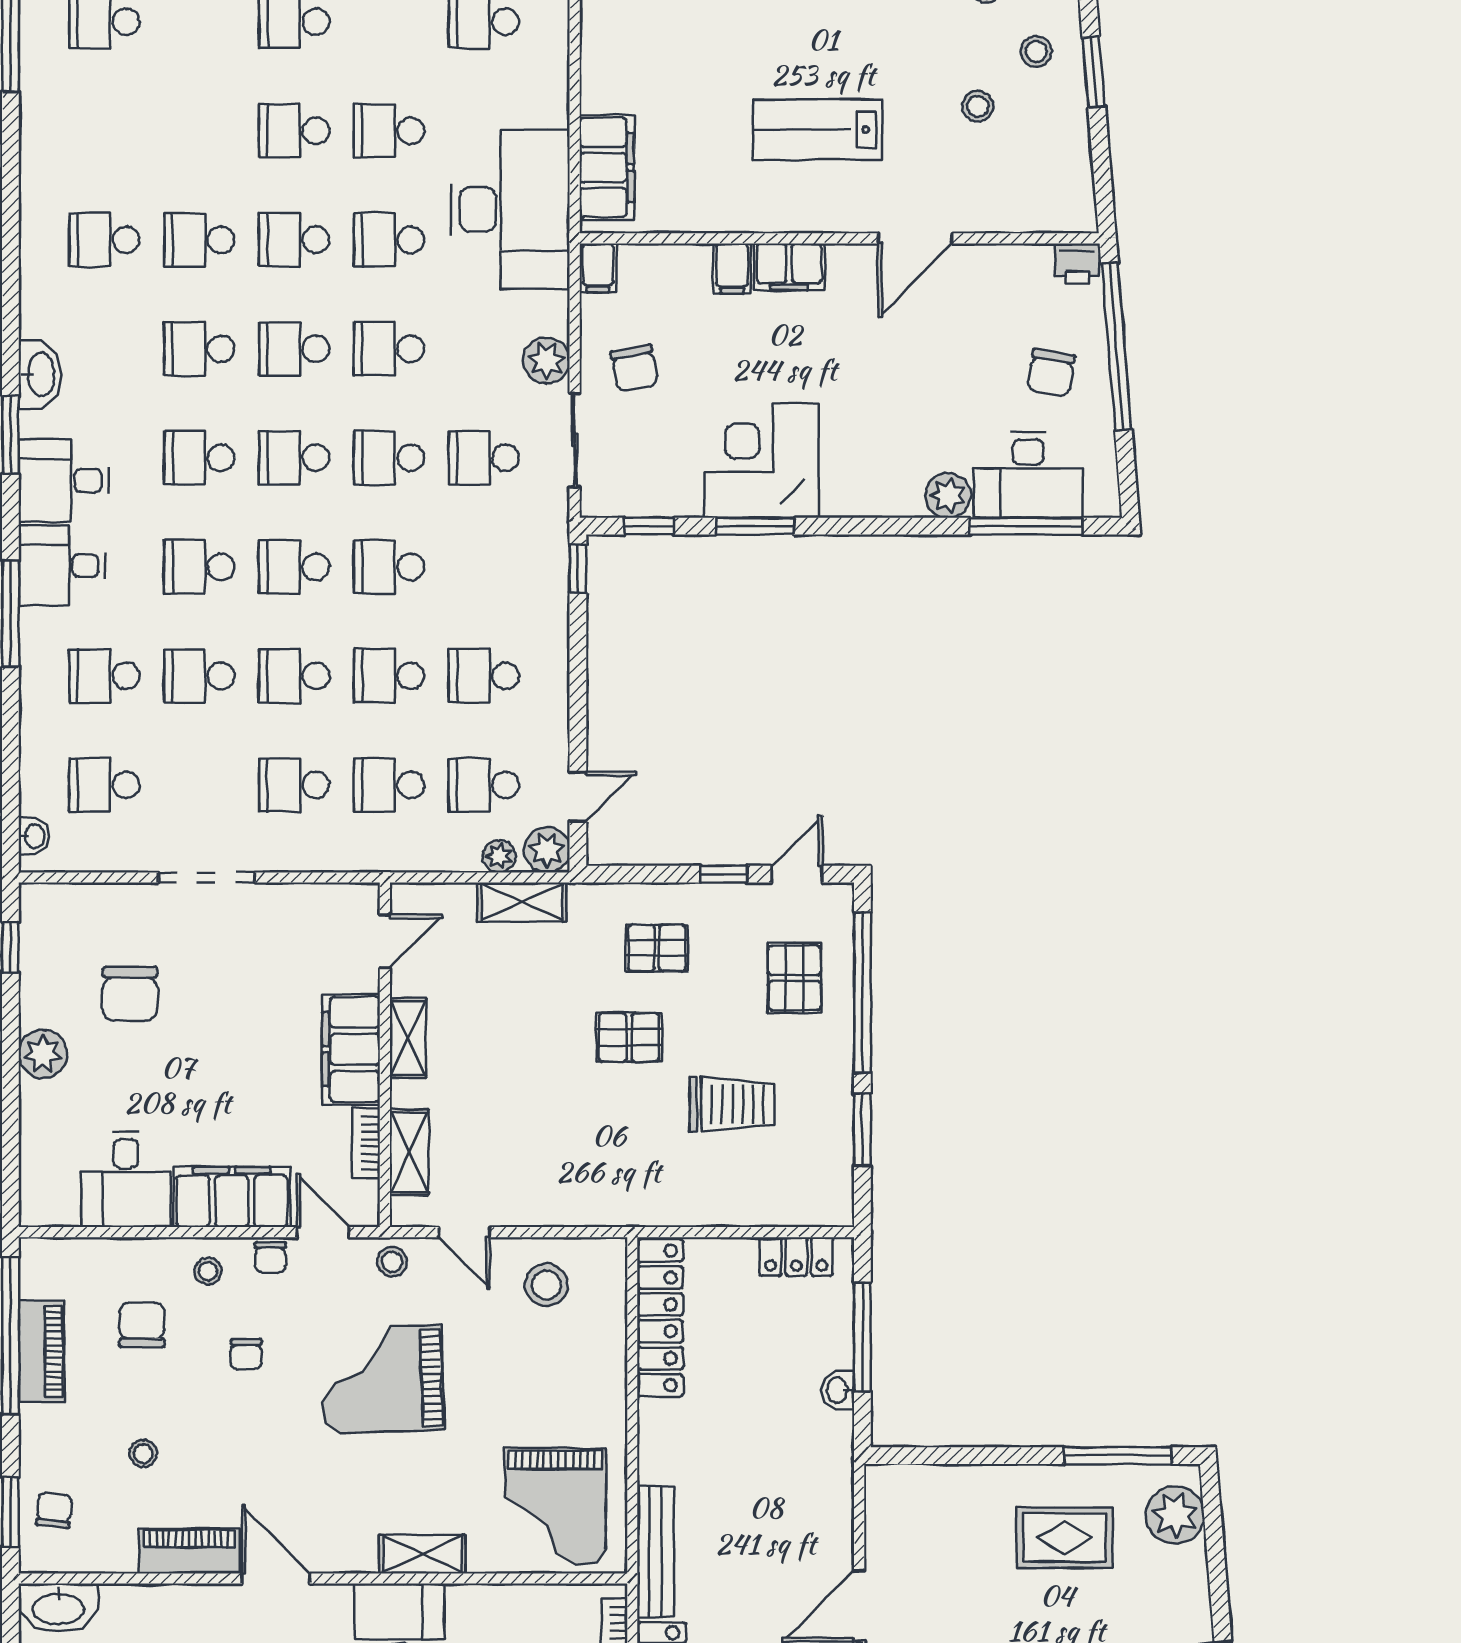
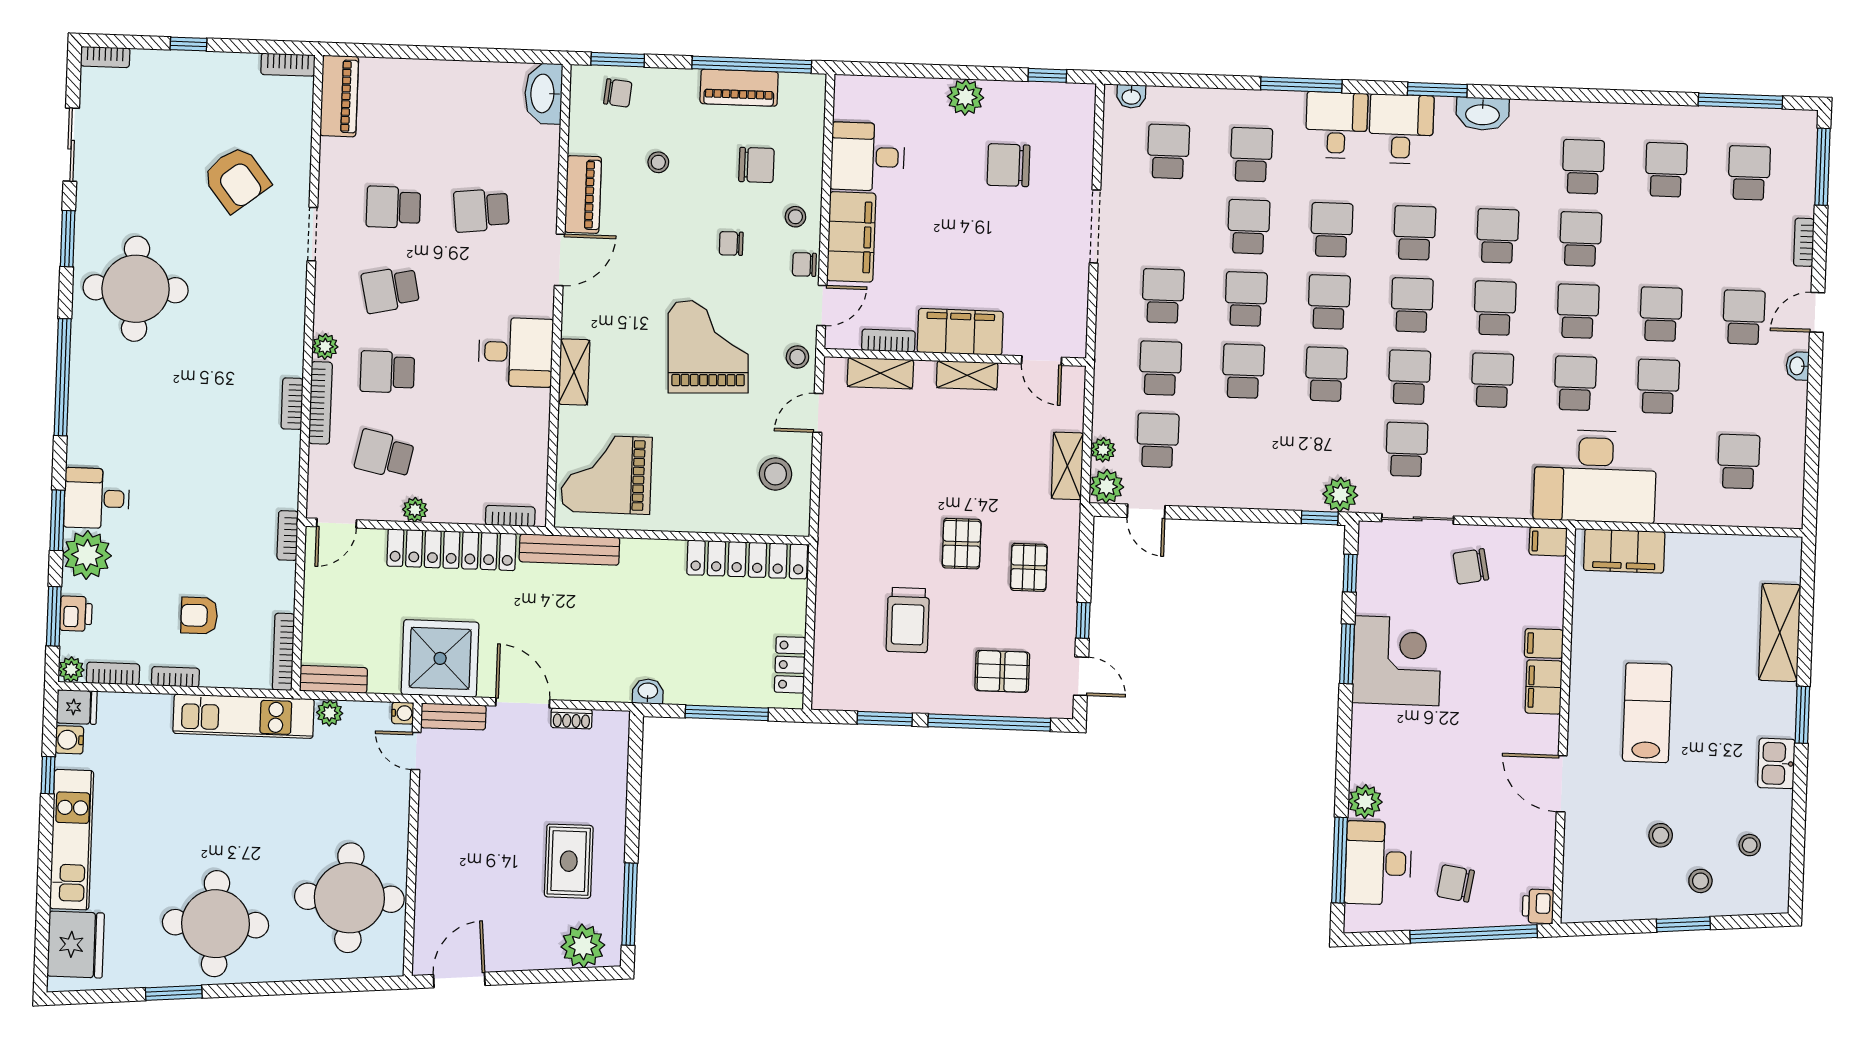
plant: (546, 361) -> (1340, 495), moved
school desk: (484, 676) -> (1666, 170), moved
washbasin: (838, 1390) -> (648, 691), moved
shoe rack: (877, 1541) -> (571, 718), added

